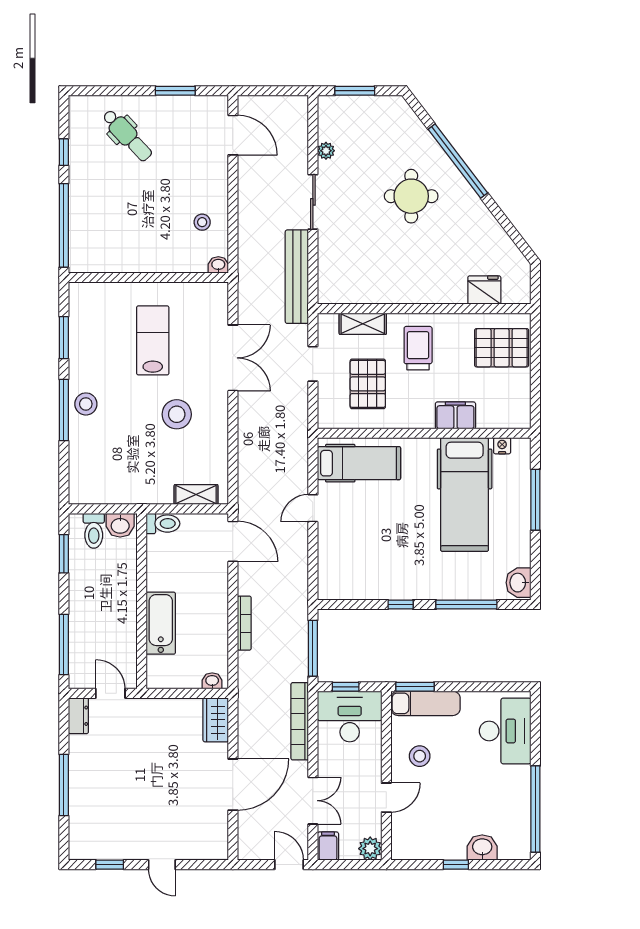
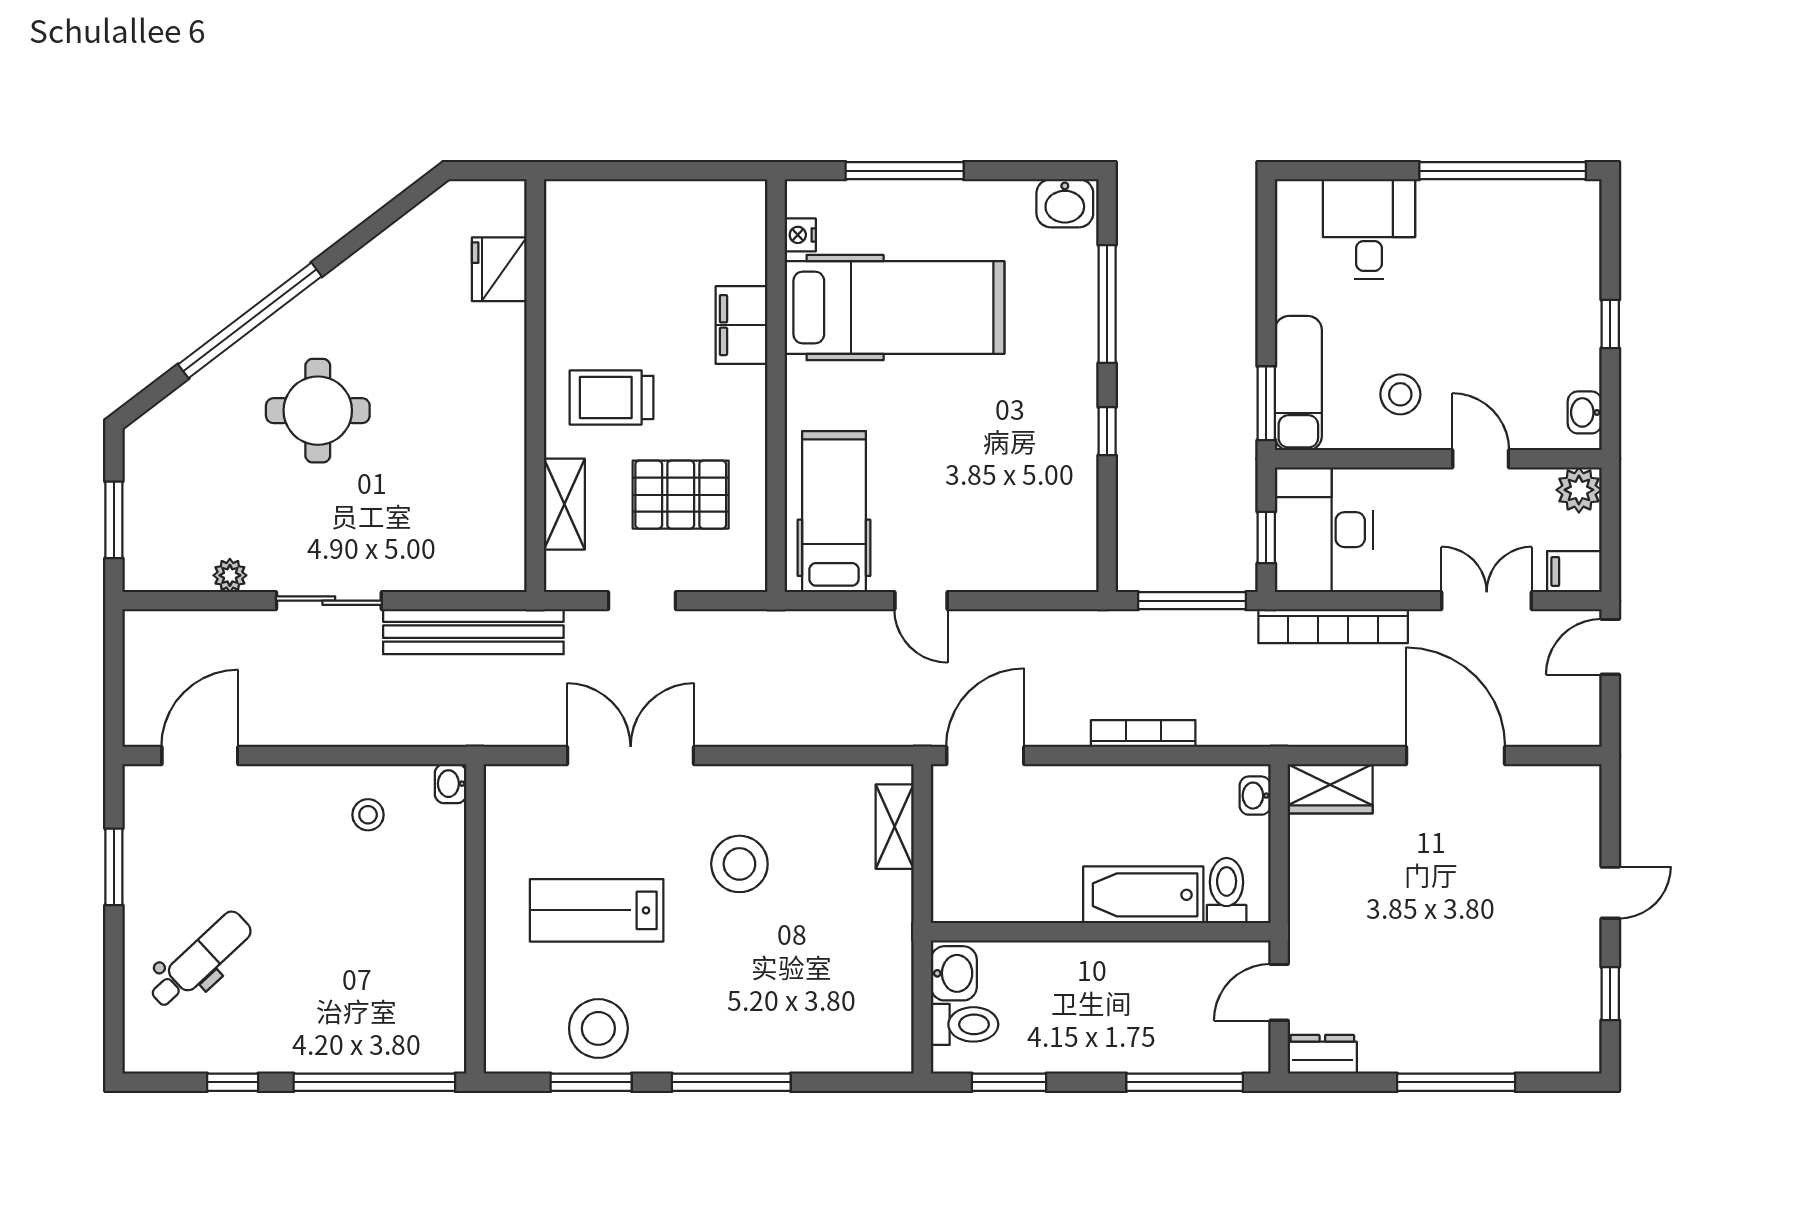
pallet: (502, 348) -> (611, 236), removed
stool: (86, 404) -> (598, 1028), moved, width x1.38, depth x1.38
toilet: (163, 524) -> (1227, 891), moved
desk: (505, 731) -> (1369, 229), width x0.73
washbasin: (482, 848) -> (1585, 412), moved, width x0.72, depth x0.69

